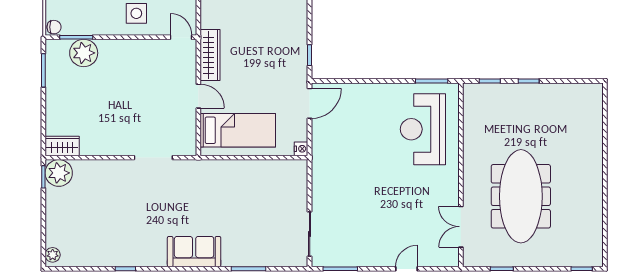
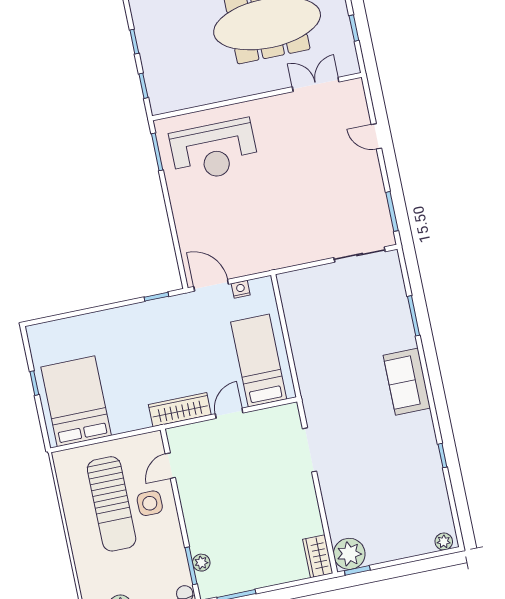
door: (181, 37) -> (170, 466), moved
plant: (84, 53) -> (201, 563), width x0.53, depth x0.53
nightstand: (301, 149) -> (241, 289), moved
double door: (461, 227) -> (316, 84), swing flipped

